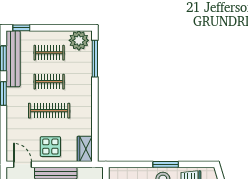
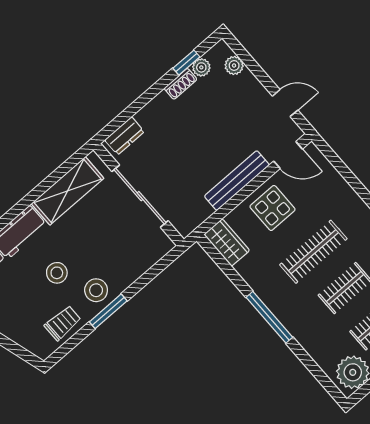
window: (95, 59) -> (269, 317), moved

